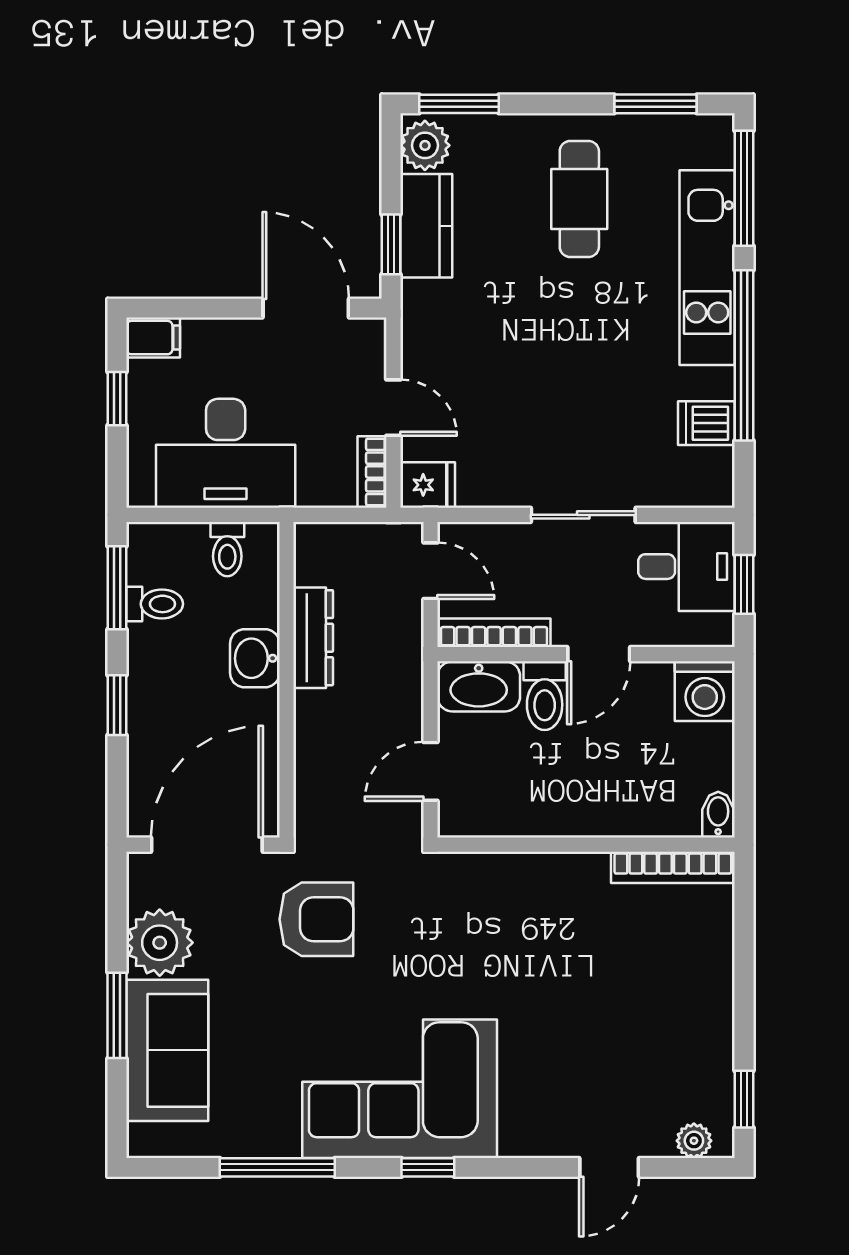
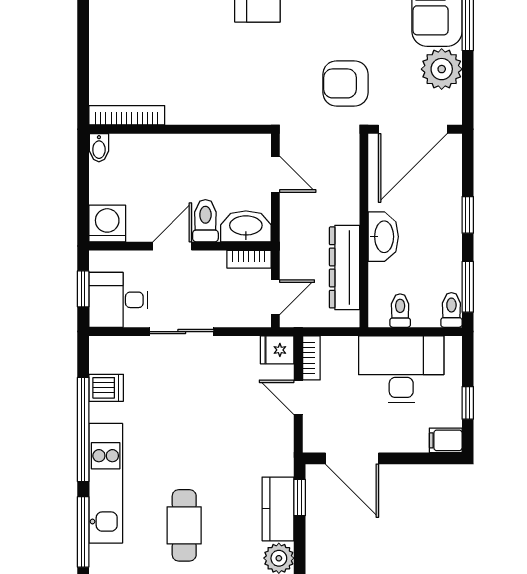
door: (430, 571) -> (275, 297), swing flipped
toilet: (155, 604) -> (451, 310), moved, turned 90
bookcase: (494, 633) -> (249, 259), width x0.64
dresser: (313, 638) -> (344, 267), width x1.37, depth x1.24
washbasin: (255, 658) -> (383, 237), width x1.38
door: (430, 771) -> (275, 174), hinge flipped

